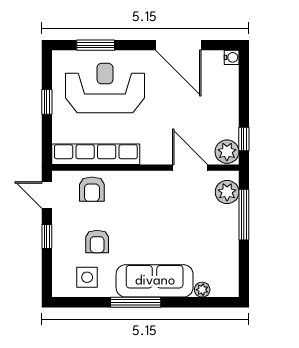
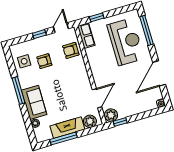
window: (96, 45) -> (147, 30), width x1.44
window: (47, 102) -> (97, 17), moved
row of seats: (96, 154) -> (86, 36), width x0.50
window: (244, 215) -> (64, 139), moved
fireplace: (227, 235) -> (67, 128), added
sofa: (155, 281) -> (34, 102), width x0.73

